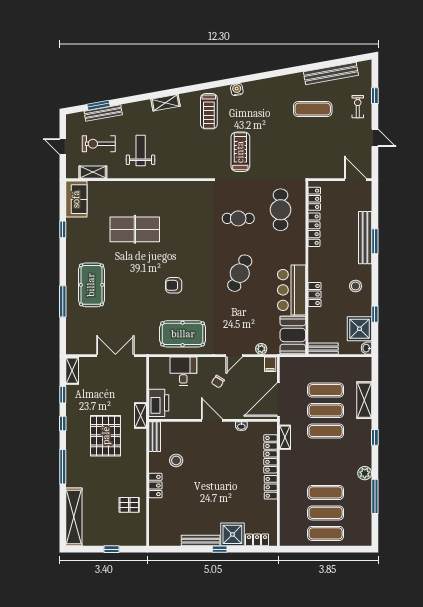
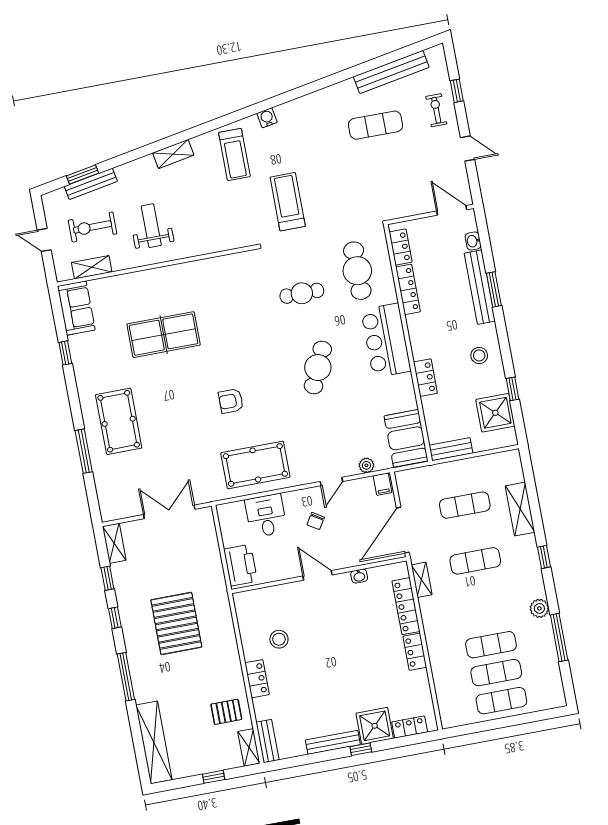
bar counter: (292, 290) -> (386, 340), moved
washbasin: (366, 348) -> (473, 241), moved
exercise mat: (326, 411) -> (470, 533), removed
shelving: (140, 415) -> (249, 747), moved
bench: (155, 437) -> (268, 741), moved

